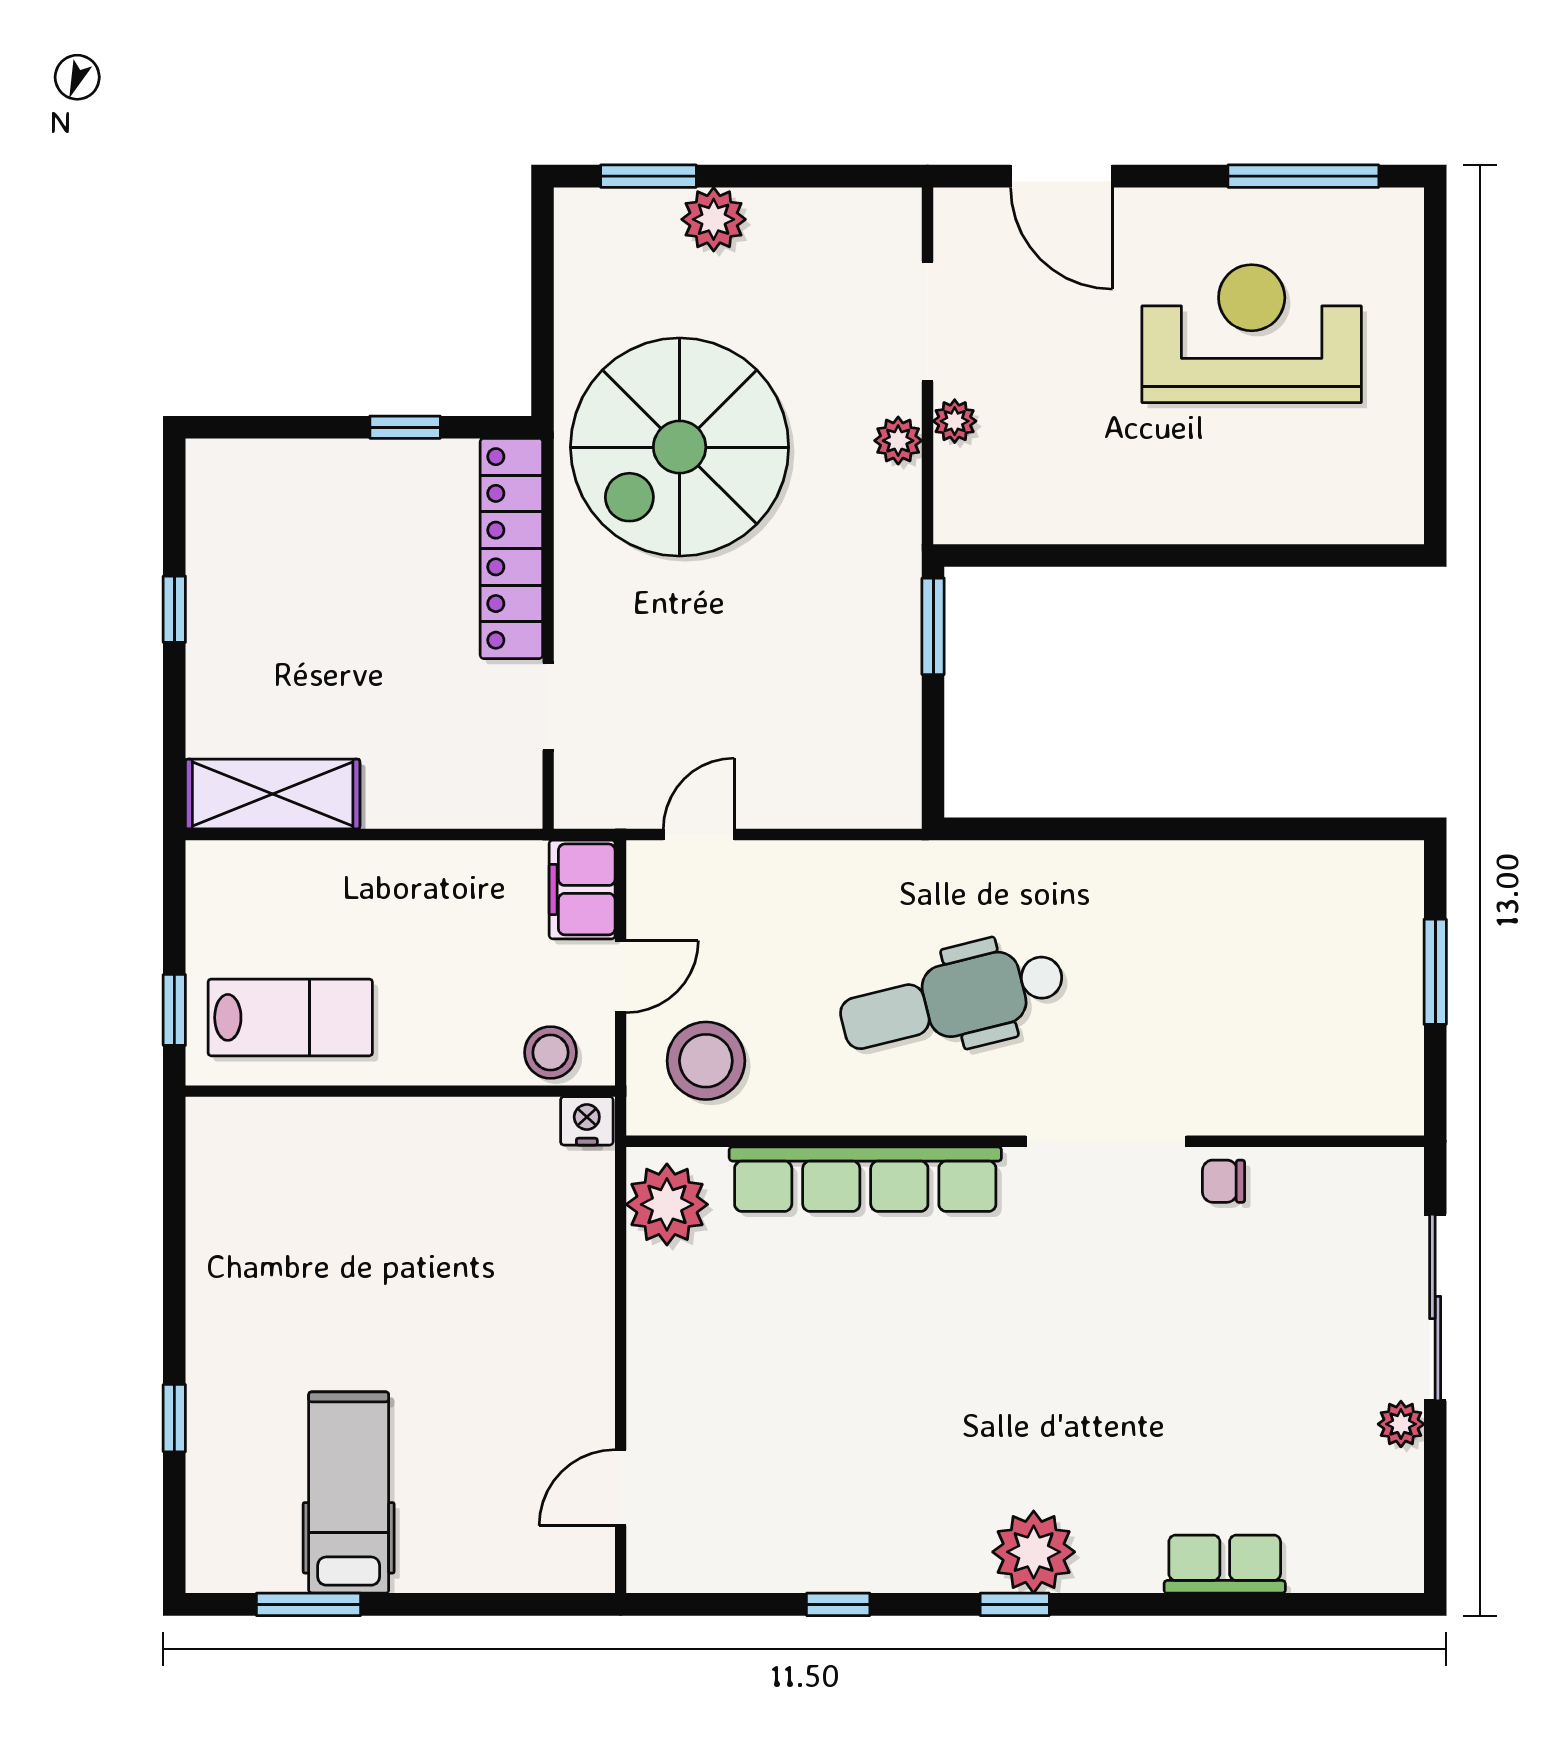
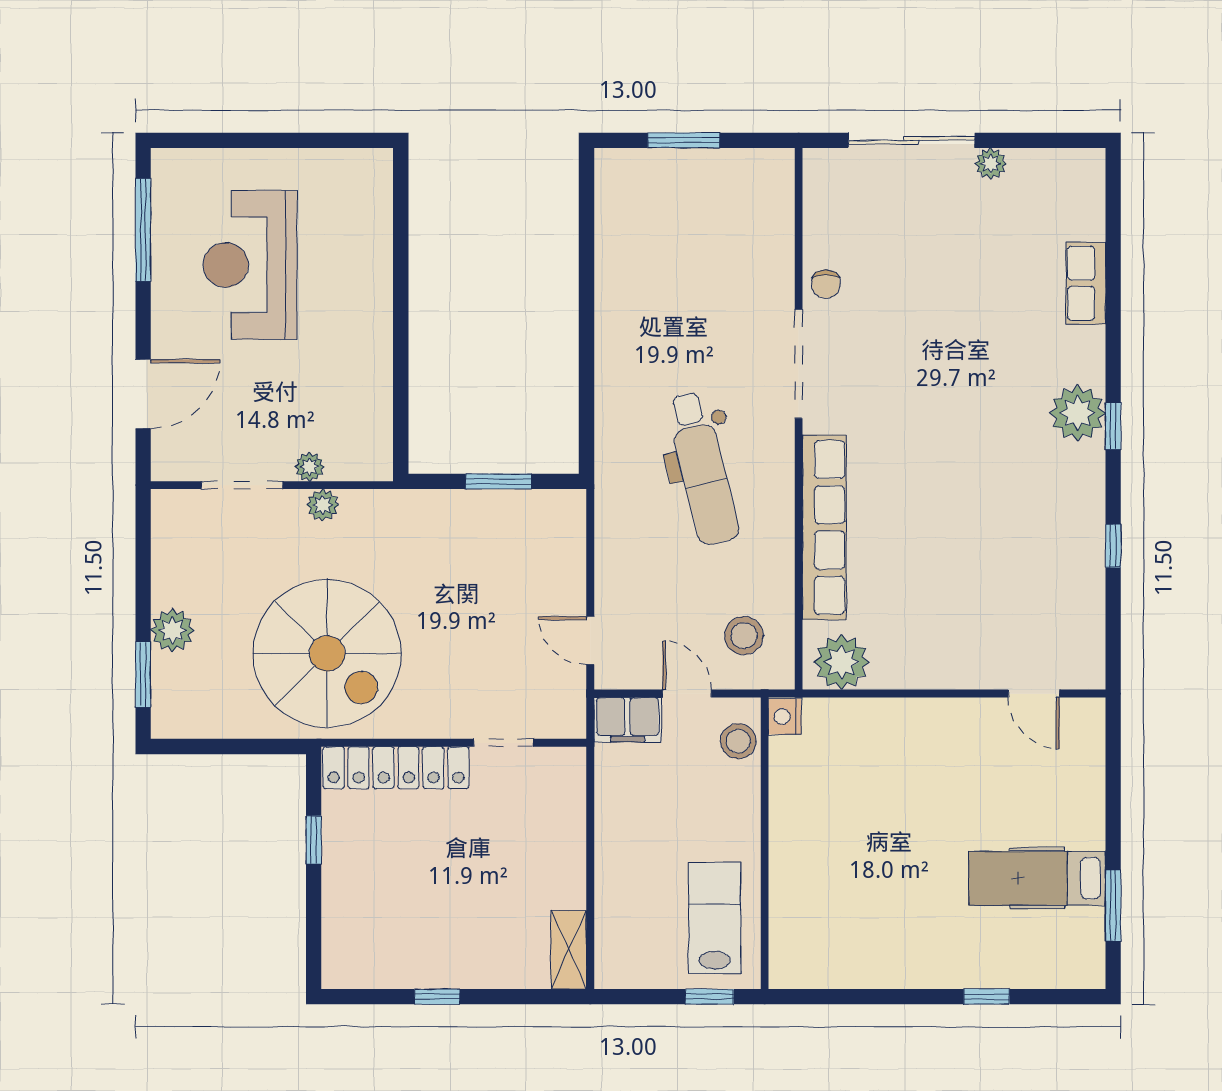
window: (933, 626) -> (499, 481), moved
shelving: (273, 794) -> (569, 950), width x0.67, depth x0.75
stool: (706, 1061) -> (744, 636), width x0.73, depth x0.73

